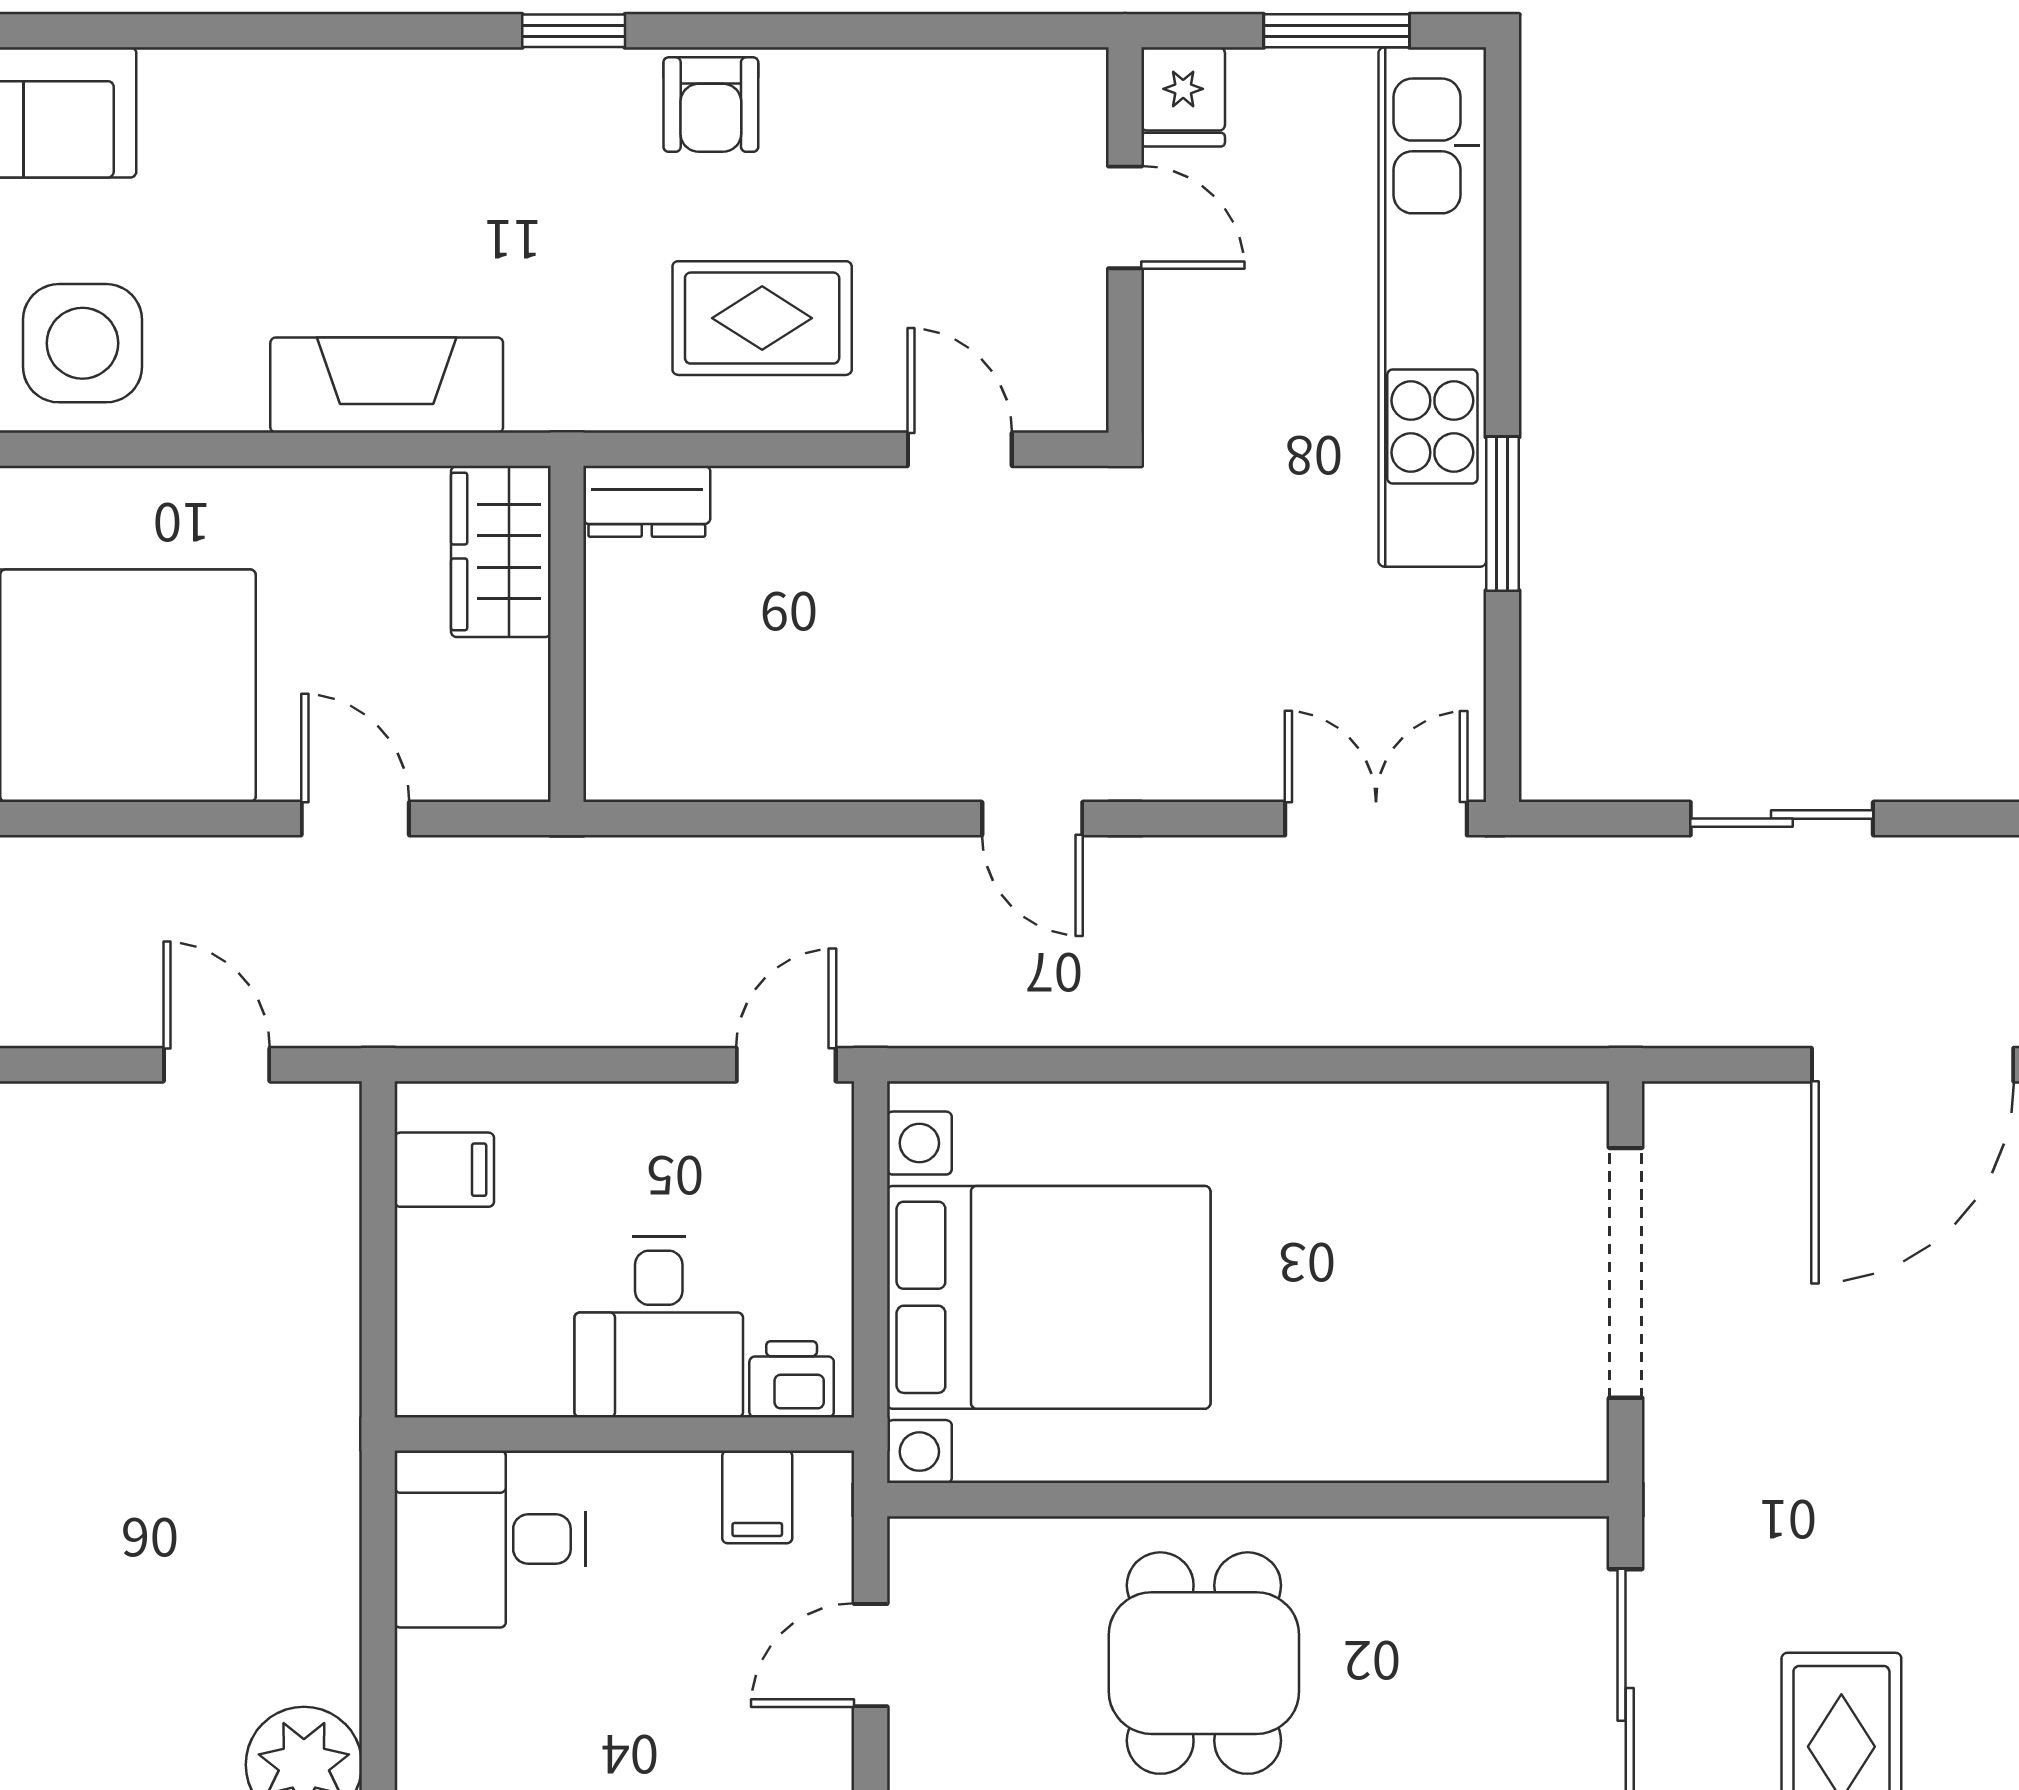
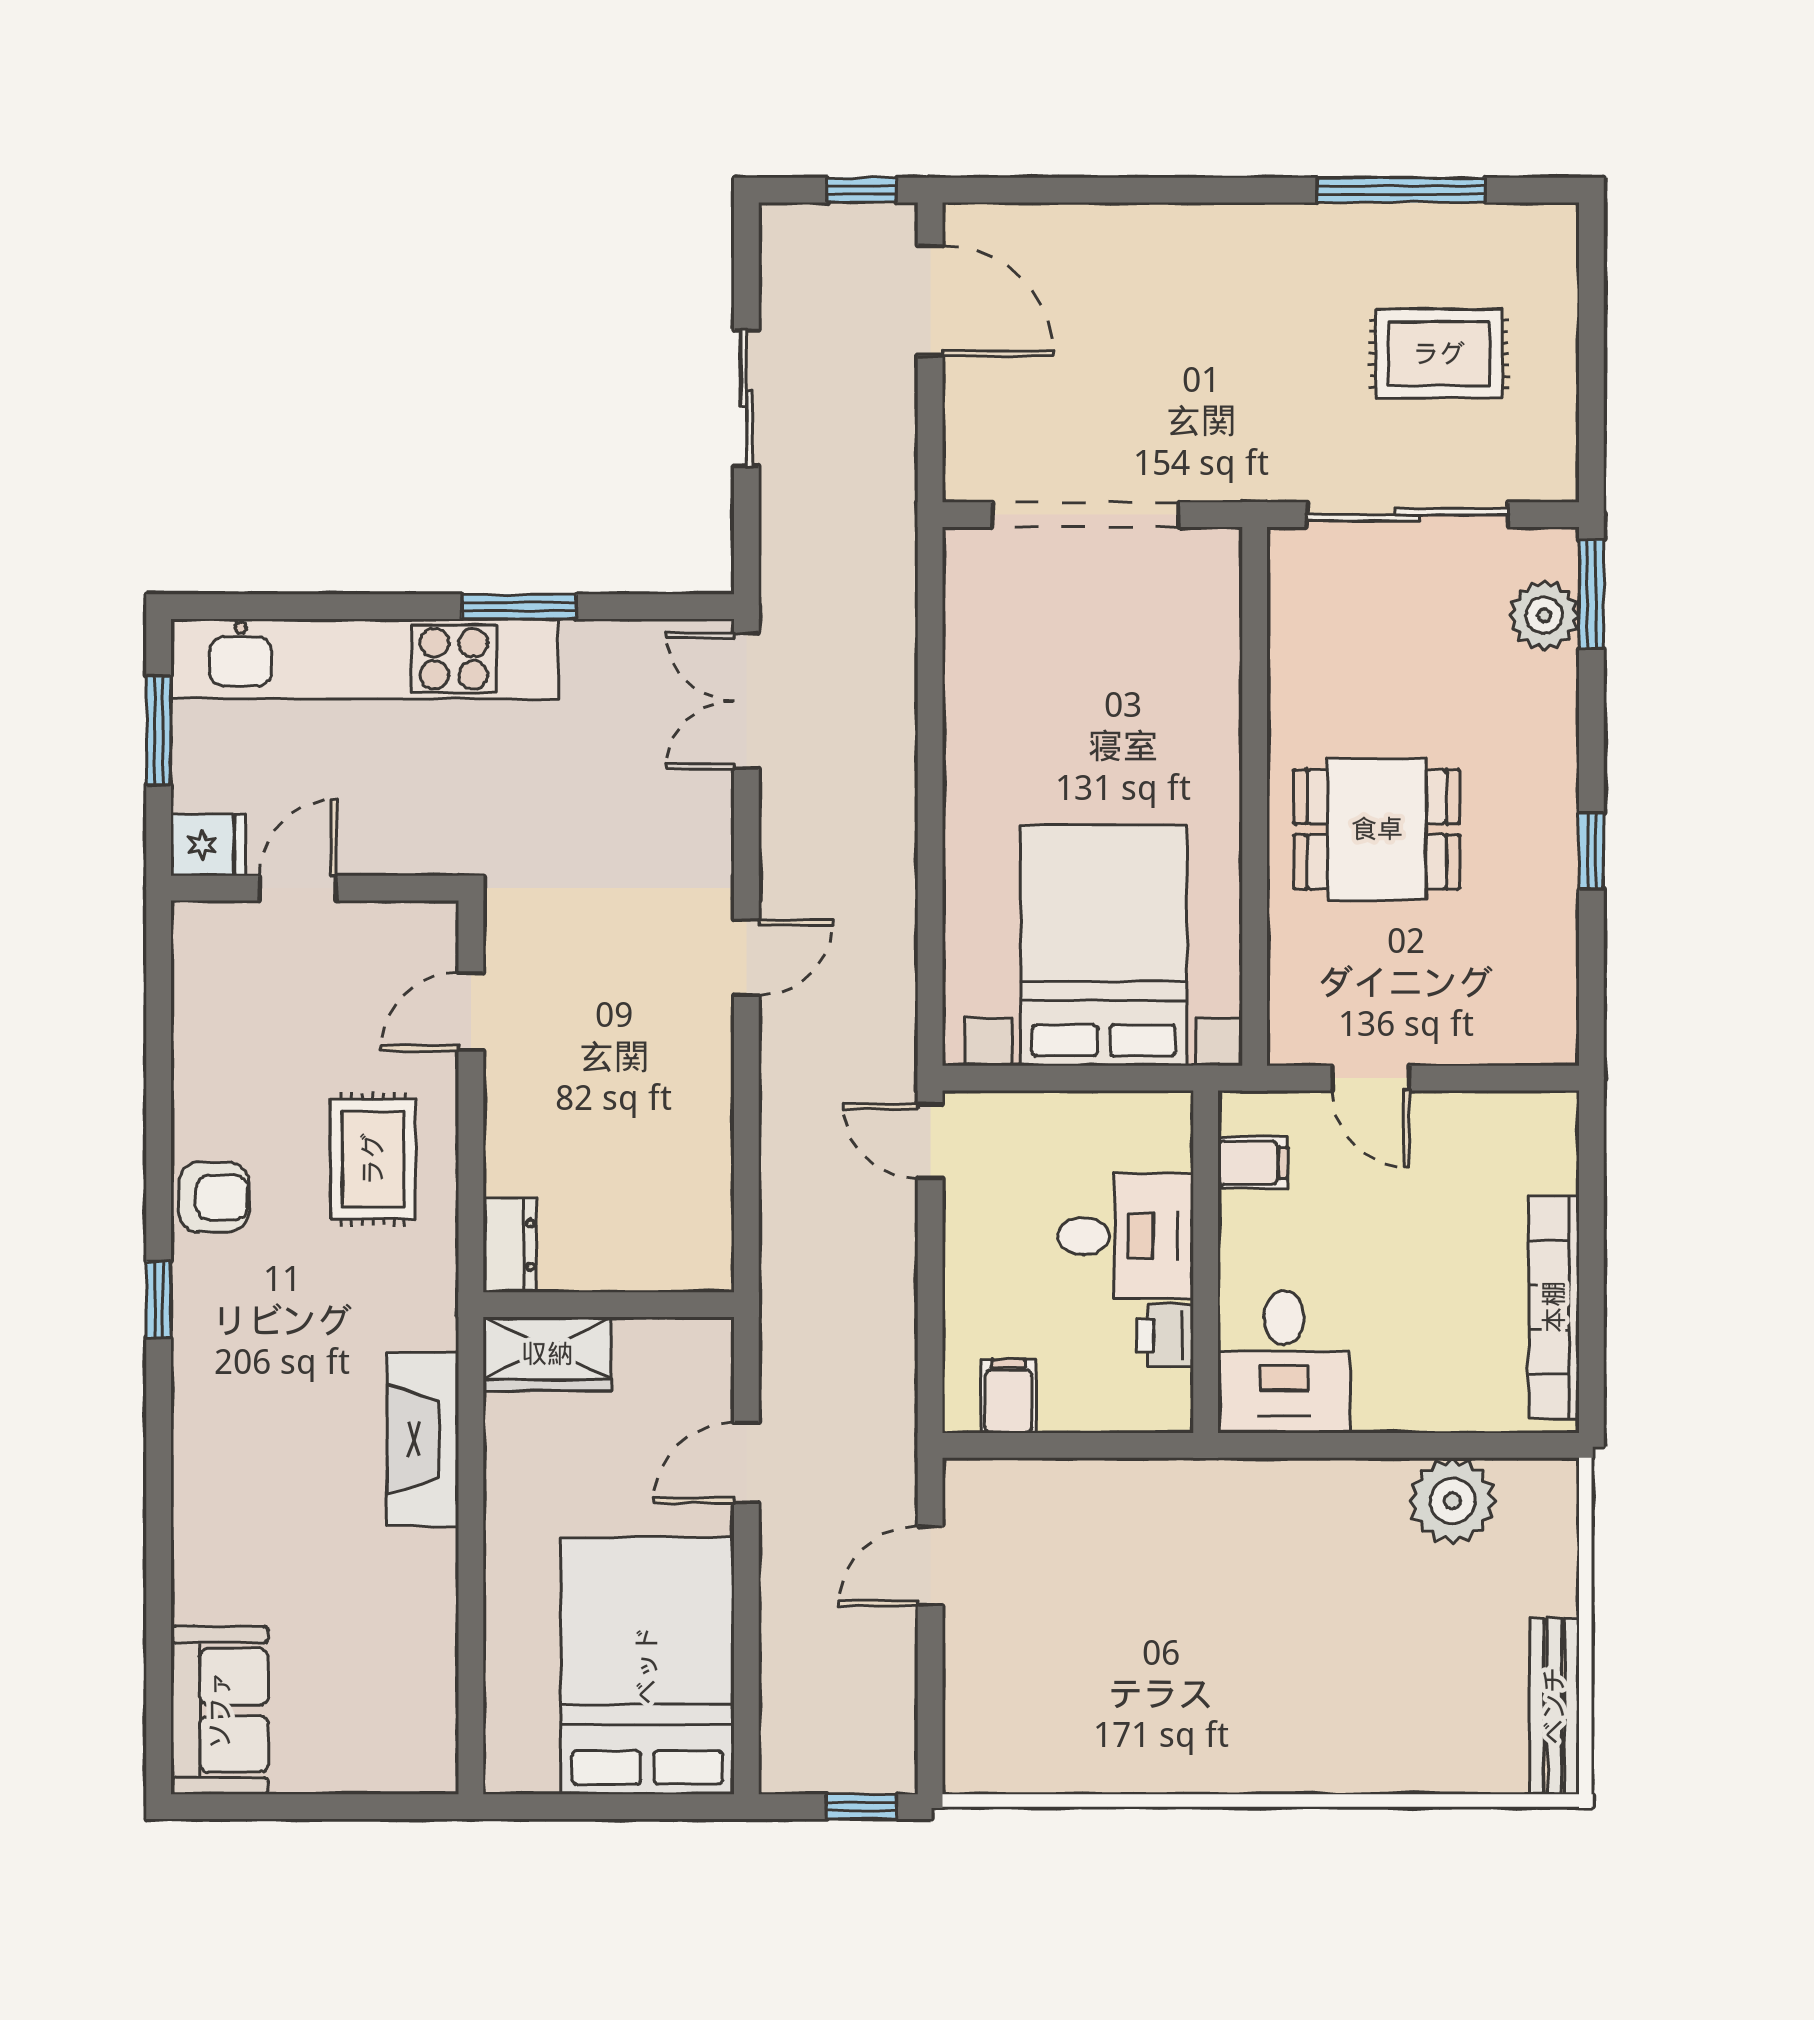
side table: (83, 343) -> (392, 1666), removed
door: (1913, 1065) -> (930, 301), width x0.73
printer: (792, 1379) -> (1165, 1335), moved

